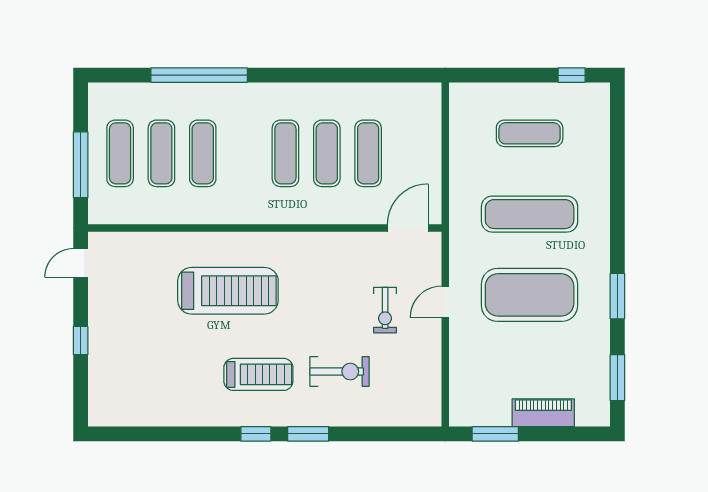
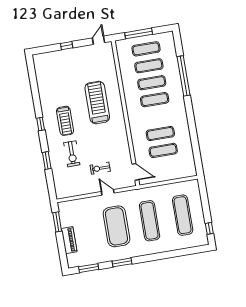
exercise mat: (530, 133) -> (183, 215), width x1.36, depth x1.45
exercise mat: (285, 153) -> (155, 100), moved
door: (81, 263) -> (98, 40), hinge flipped
treadmill: (228, 291) -> (97, 103), turned 180
window: (308, 434) -> (47, 160), moved

